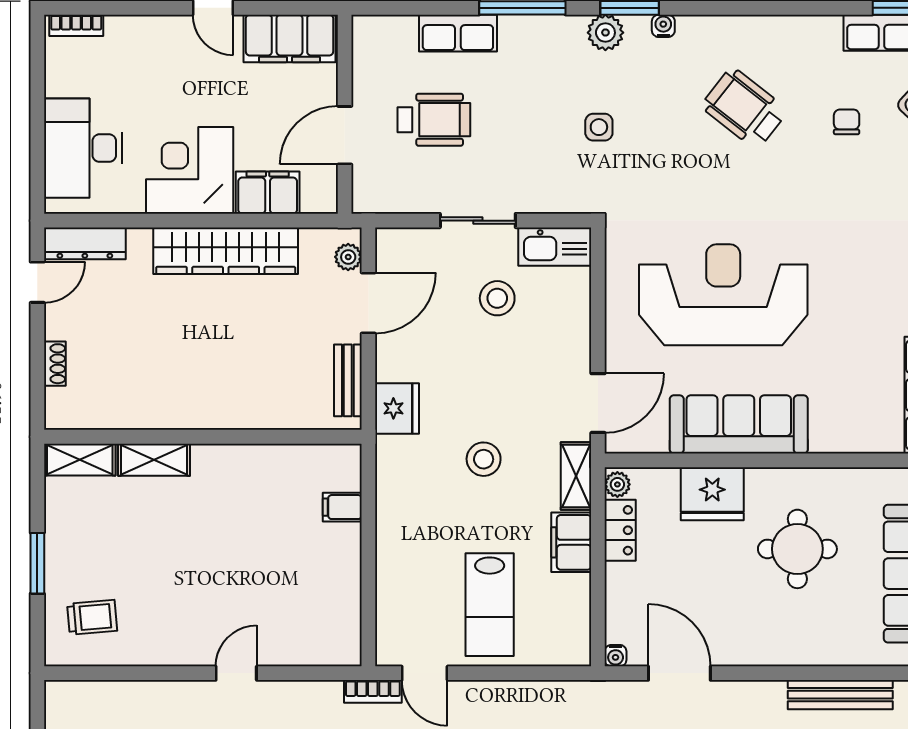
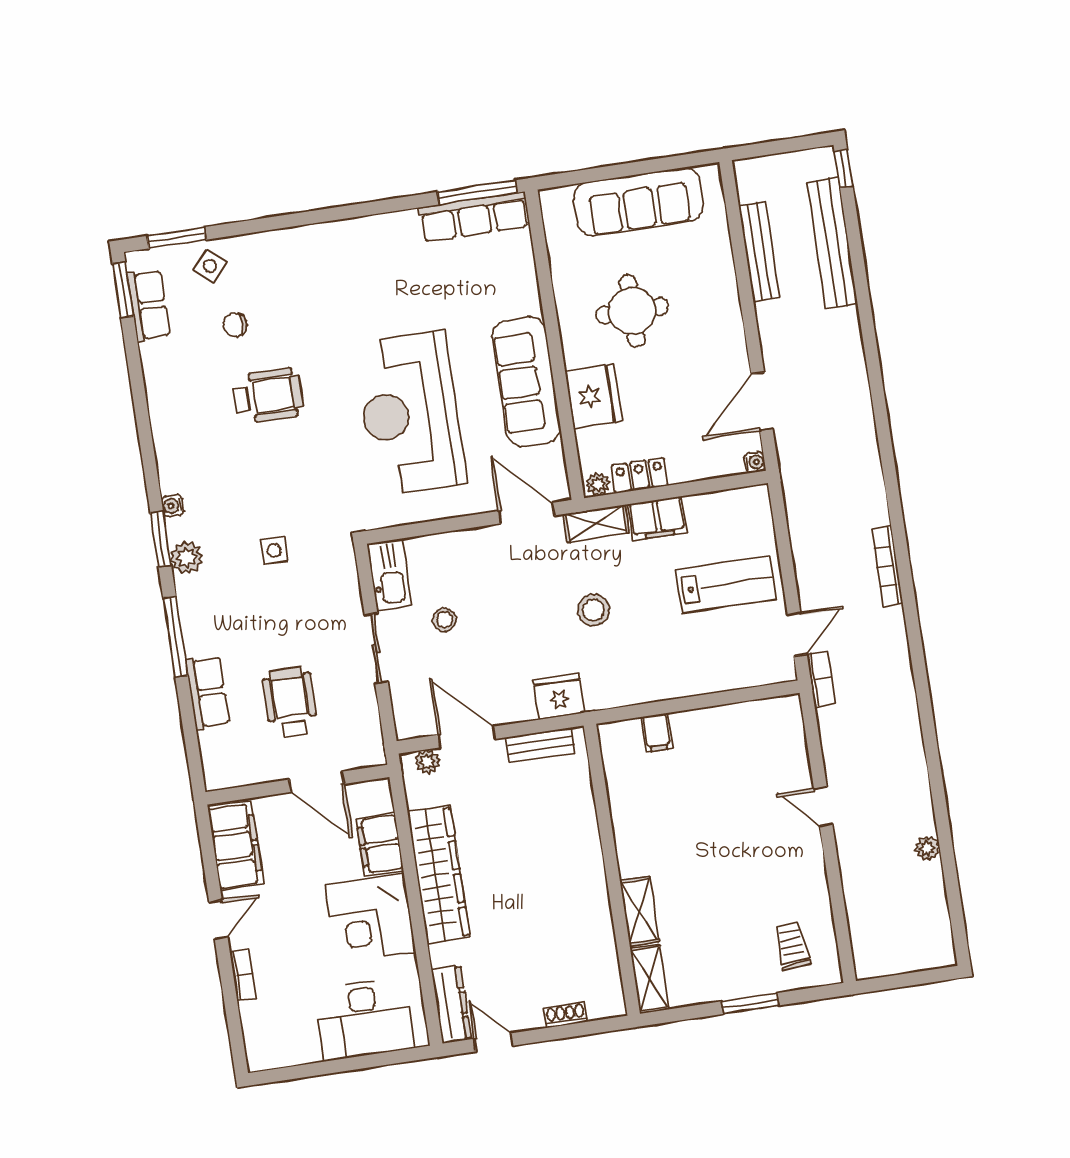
bookcase: (76, 25) -> (243, 975), moved
wheelchair: (744, 108) -> (268, 396), moved, turned -128
stool: (497, 298) -> (444, 620), width x0.73, depth x0.73

